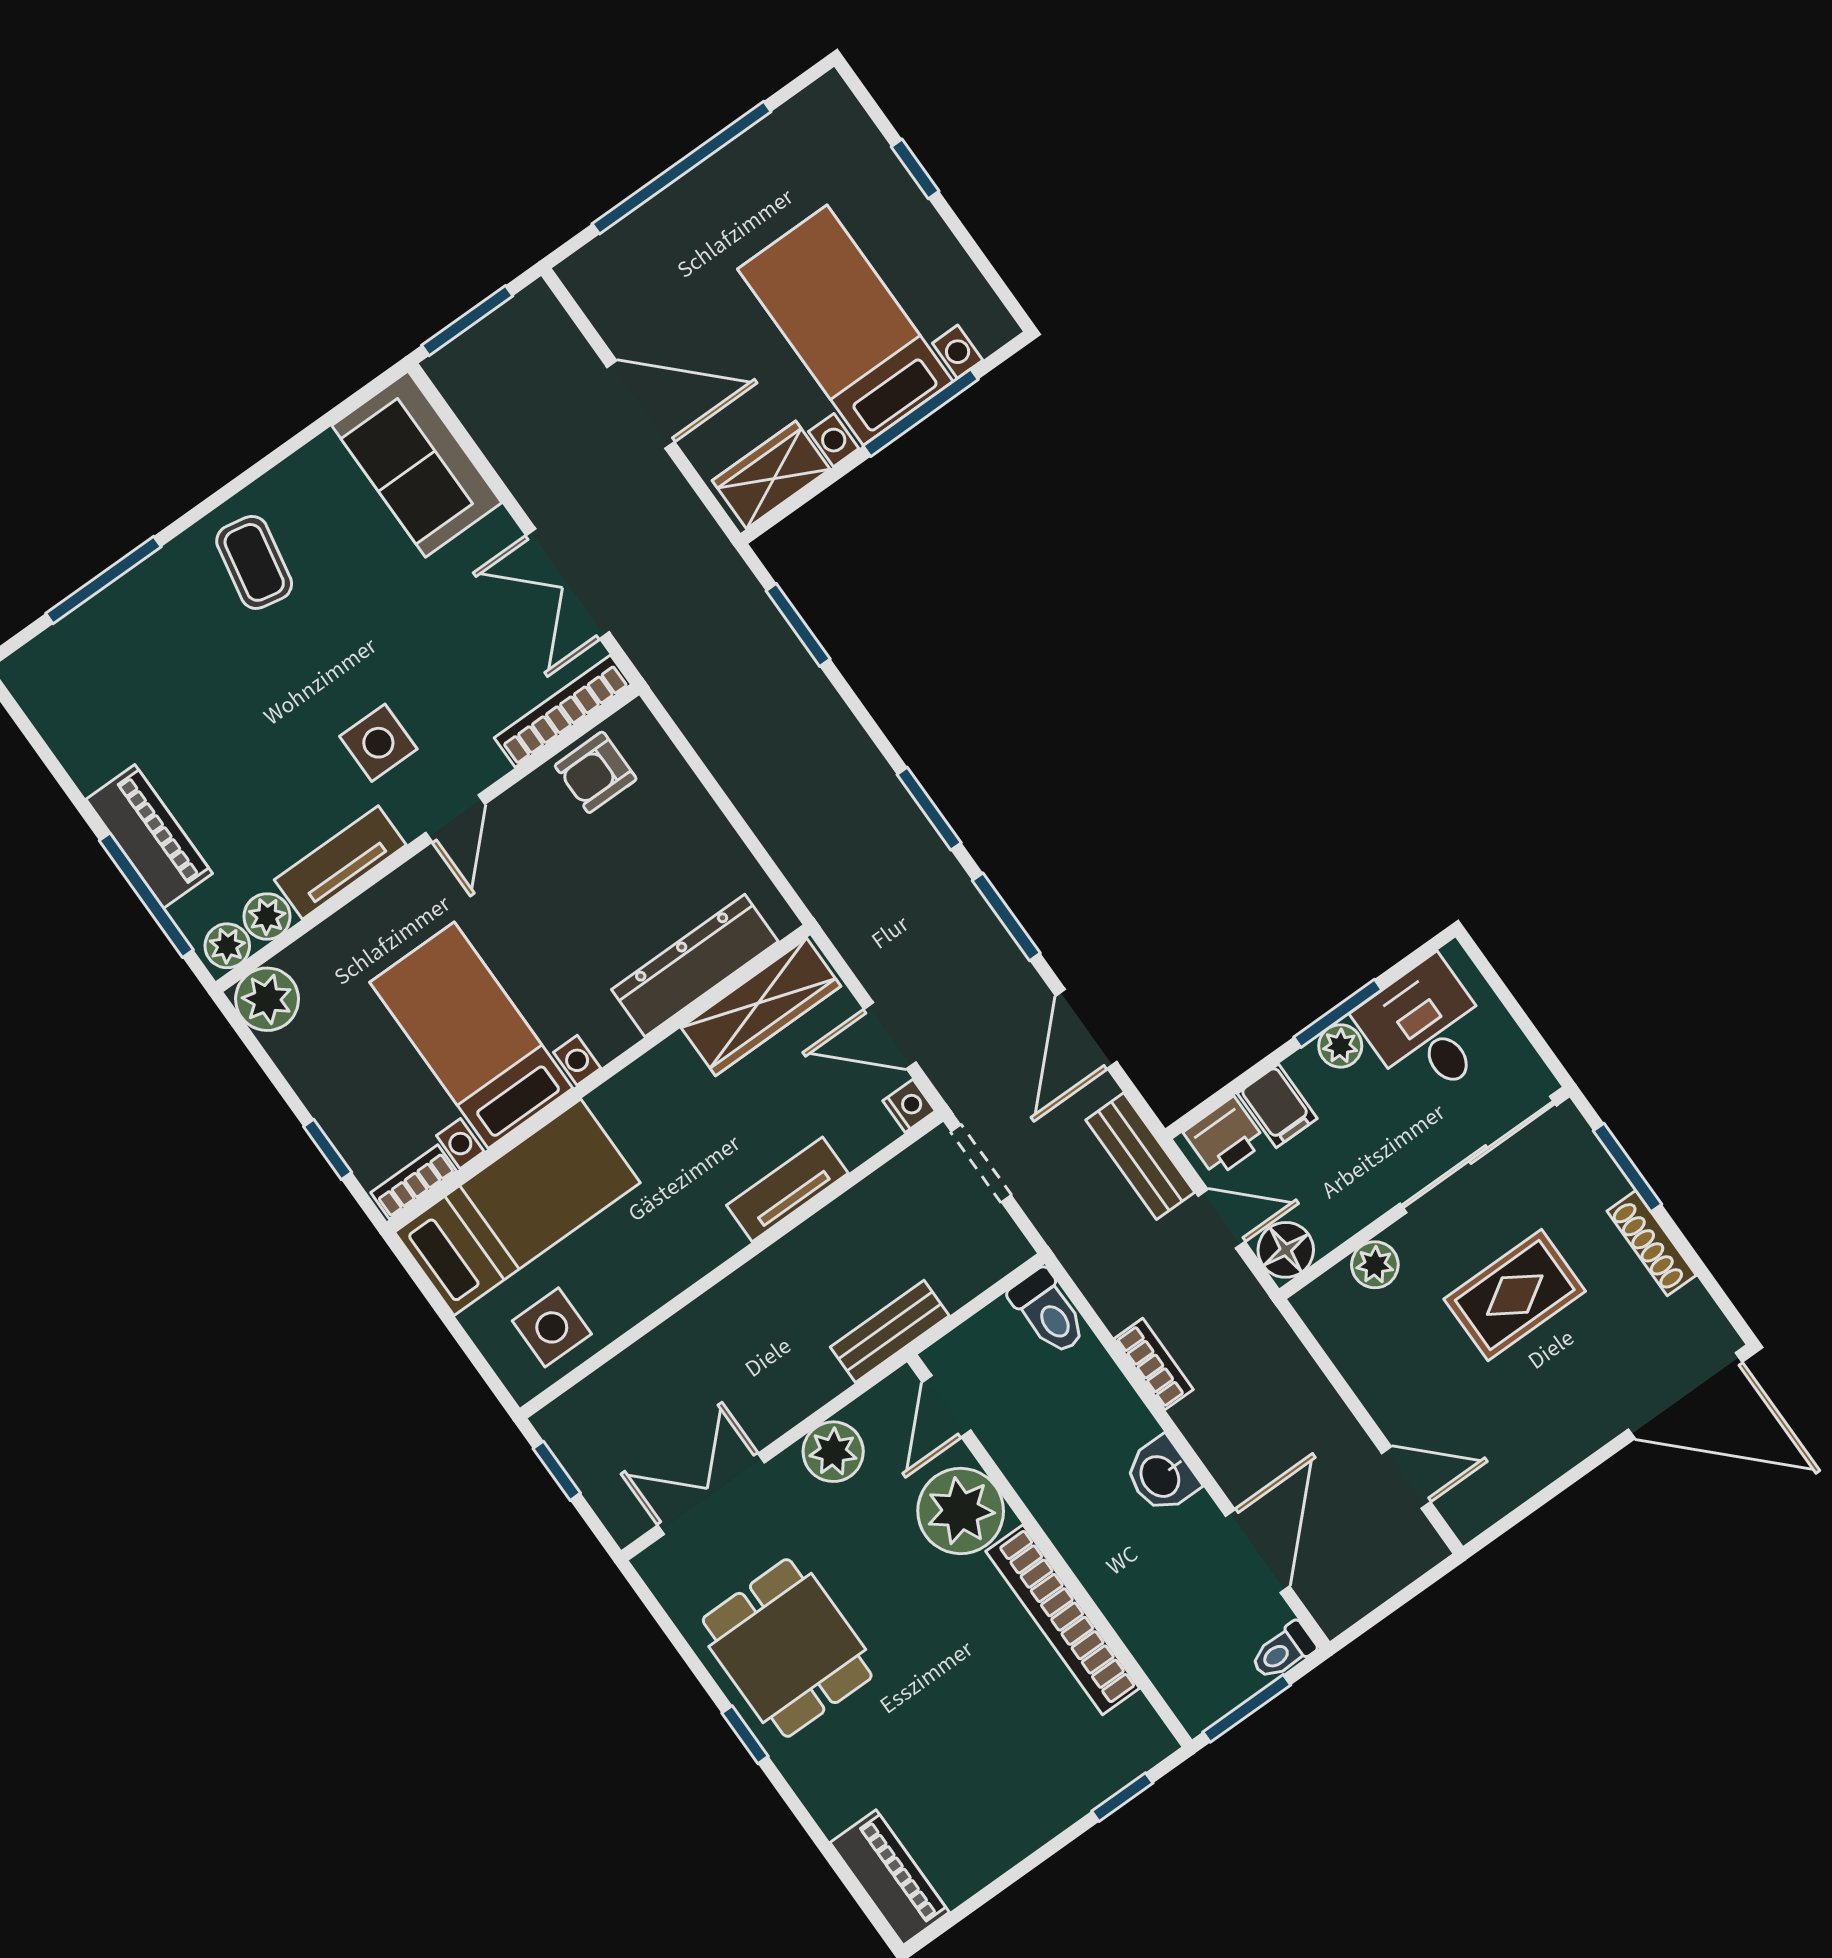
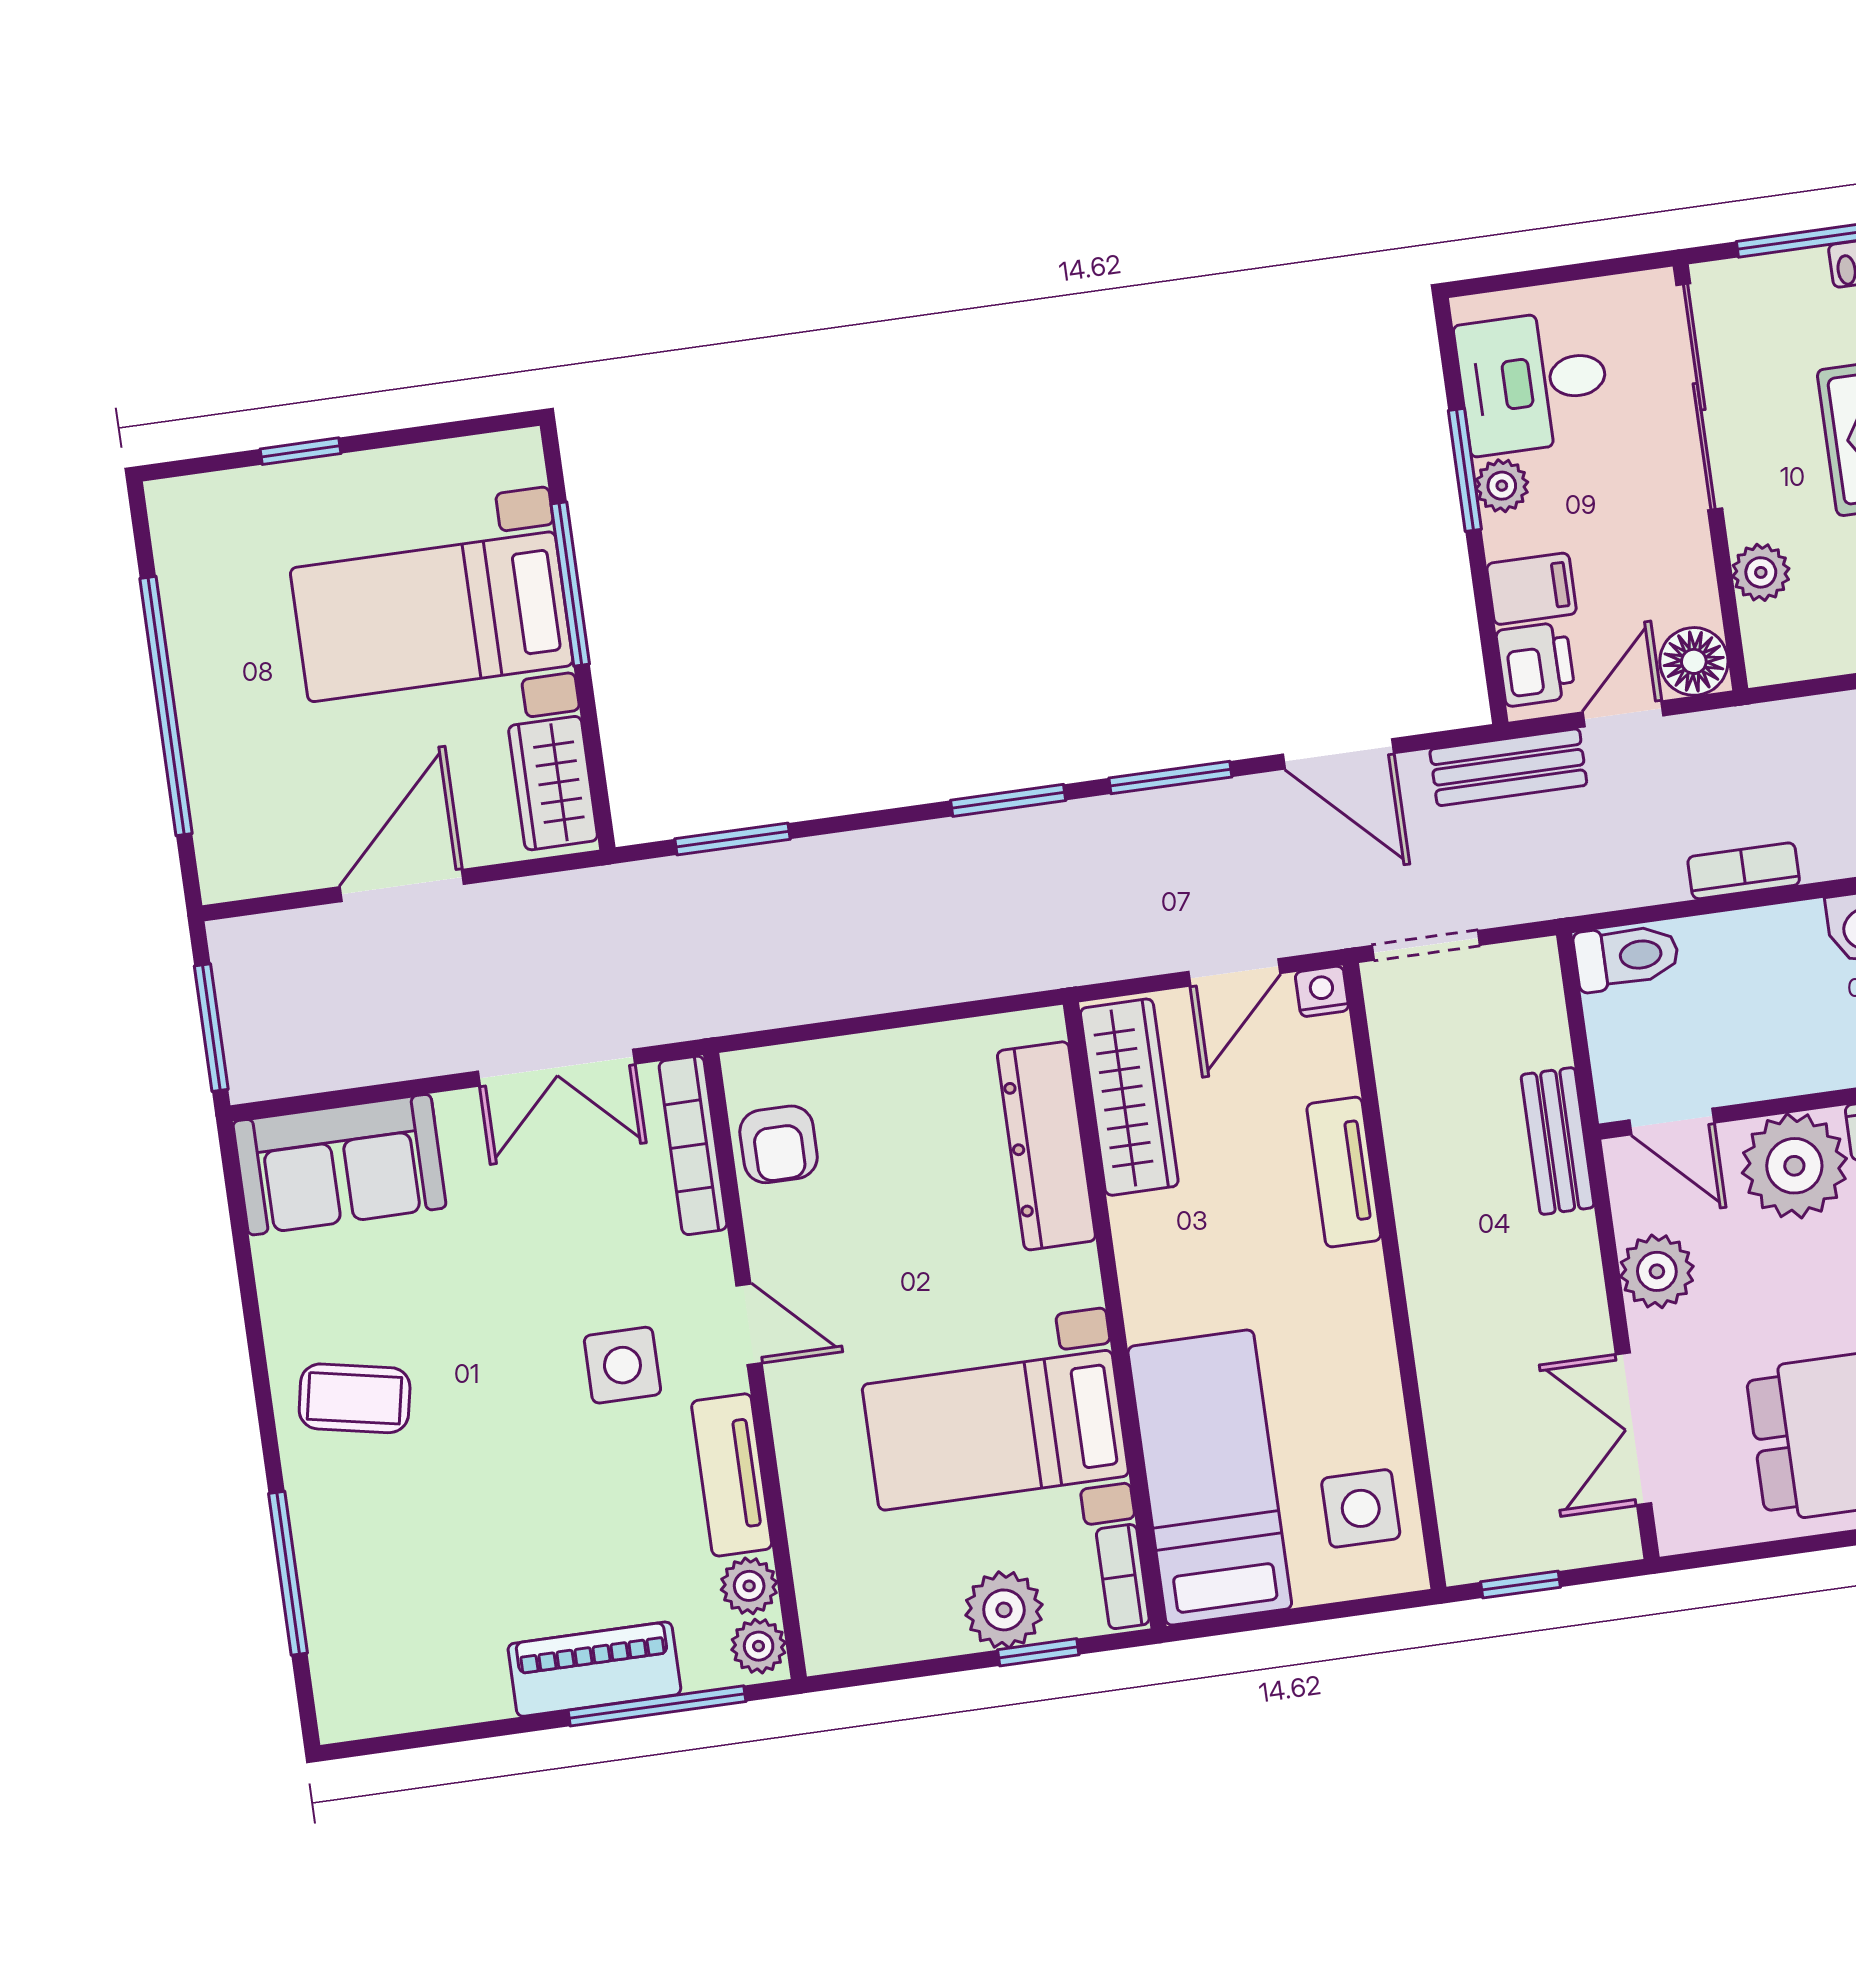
plant: (267, 999) -> (1004, 1610), moved

